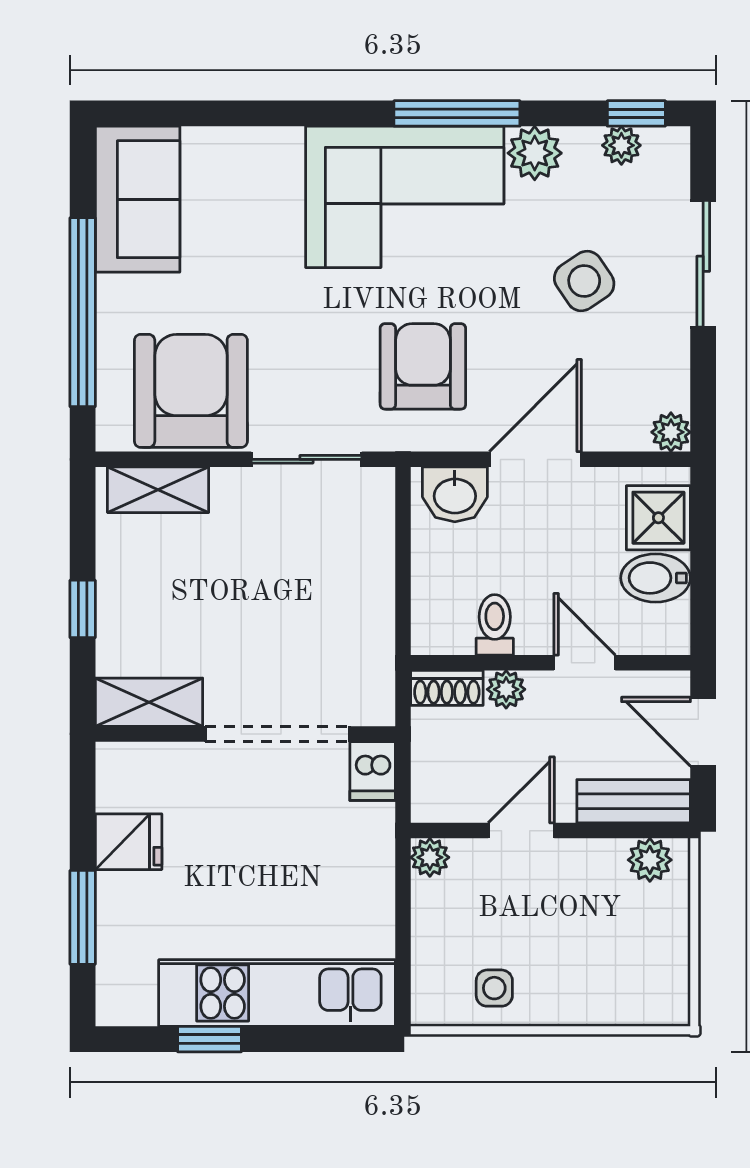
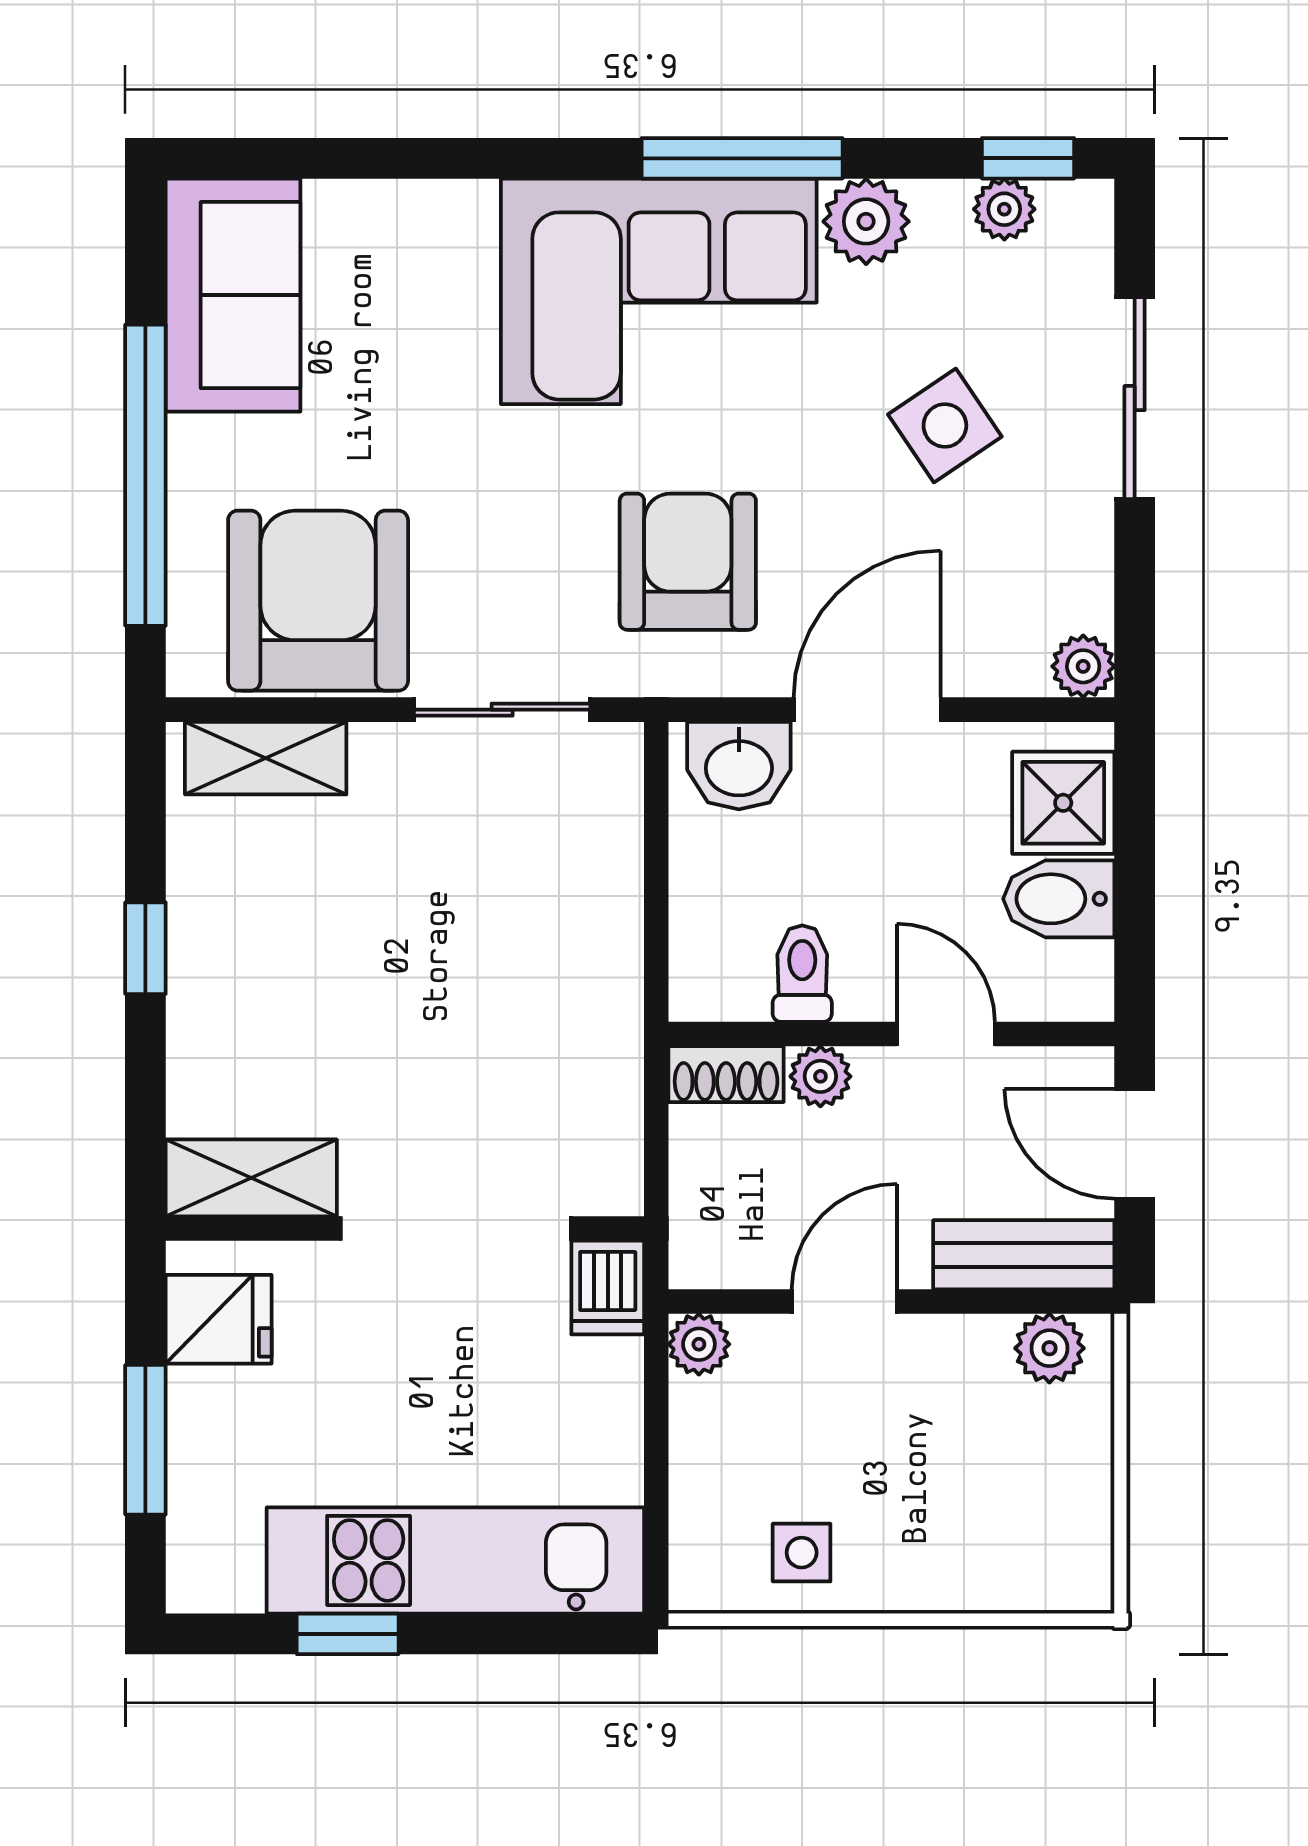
shelving: (149, 702) -> (251, 1178), moved
wall: (245, 734) -> (405, 1229), moved
doorway: (278, 734) -> (456, 1229), moved
dishwasher: (373, 771) -> (608, 1288), moved

